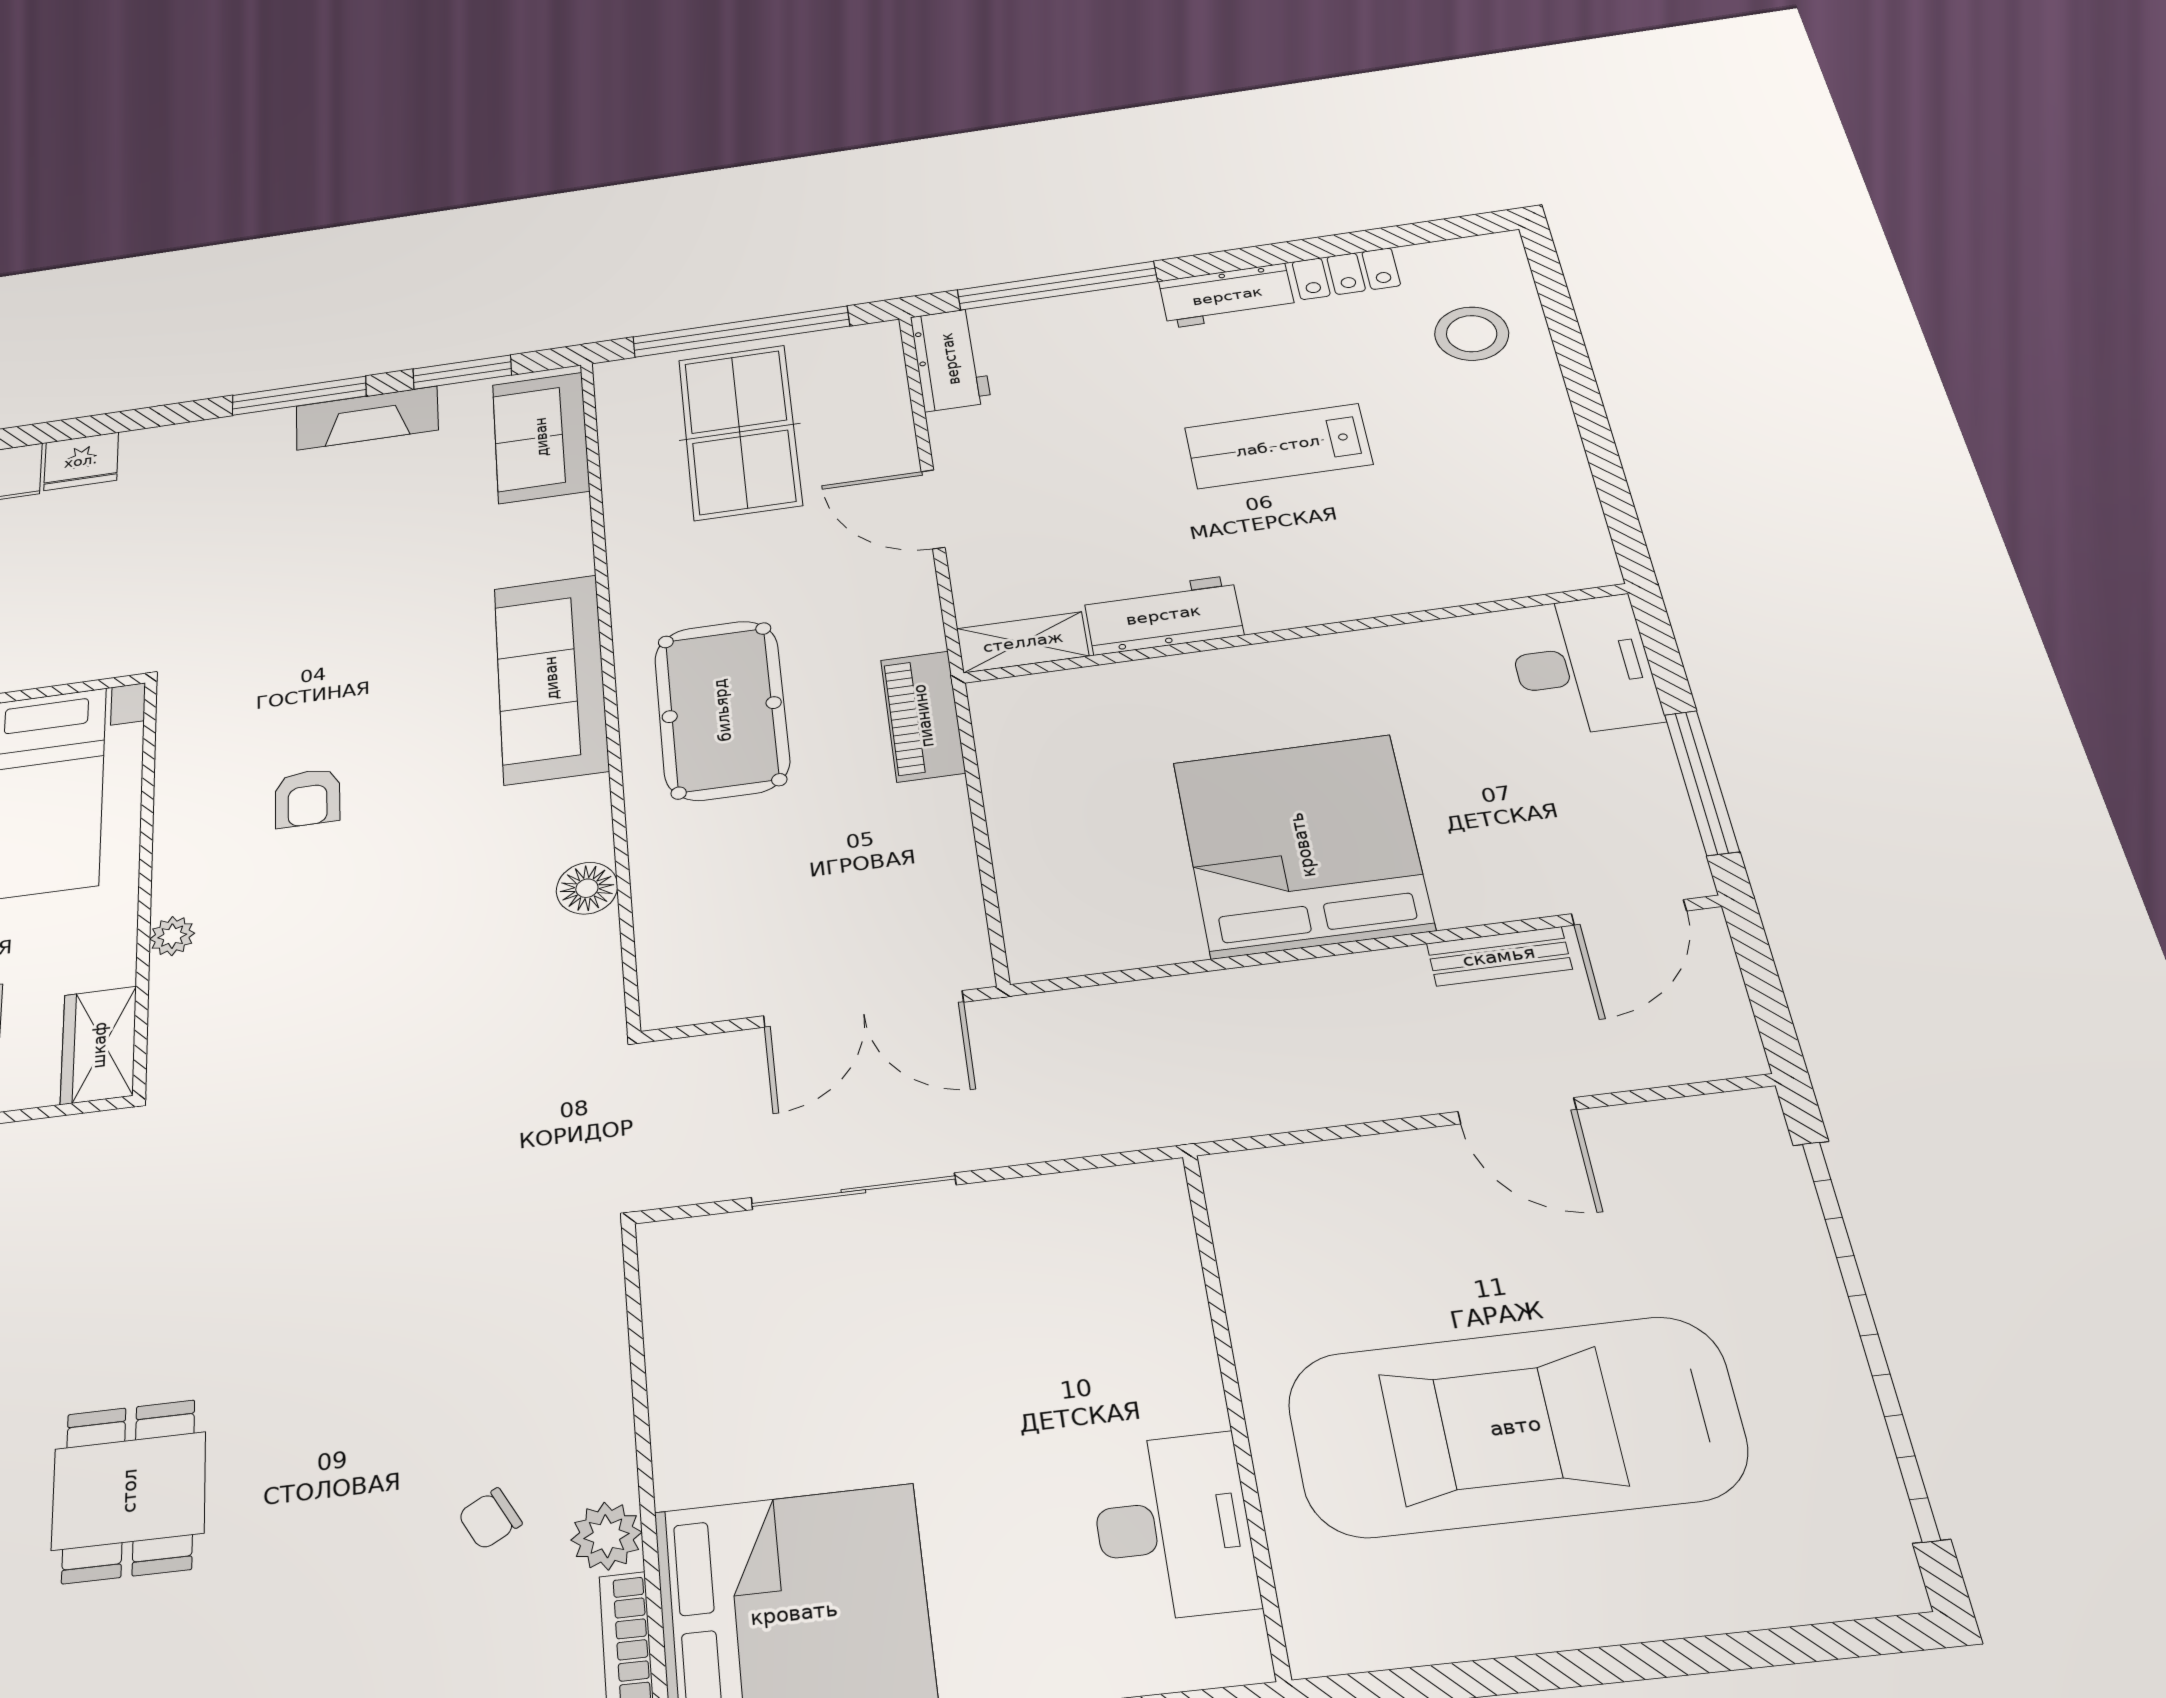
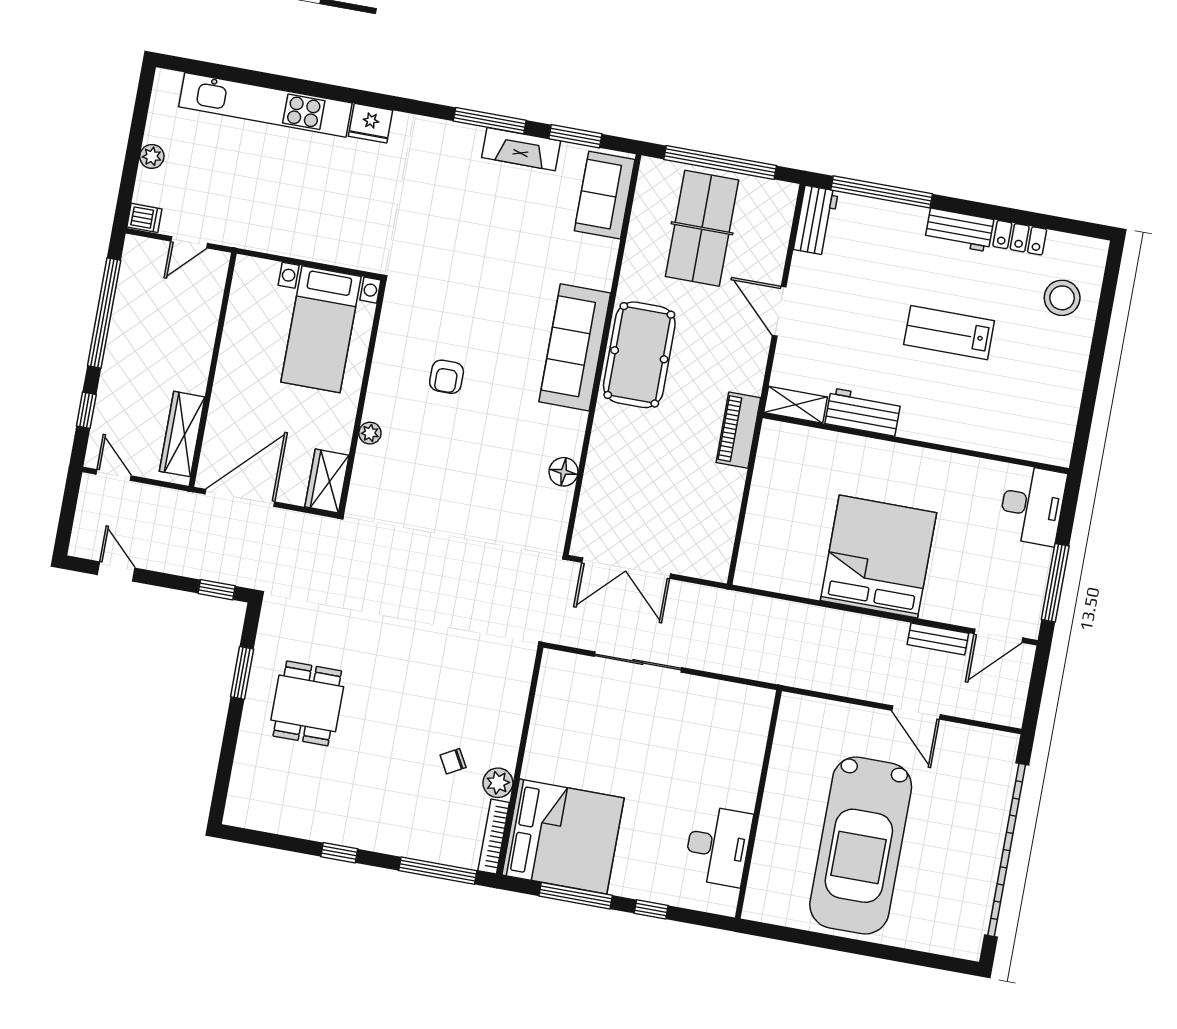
pool table: (722, 710) -> (639, 355), moved
double door: (863, 1009) -> (626, 568), moved
car: (1515, 1426) -> (861, 846), turned -90

